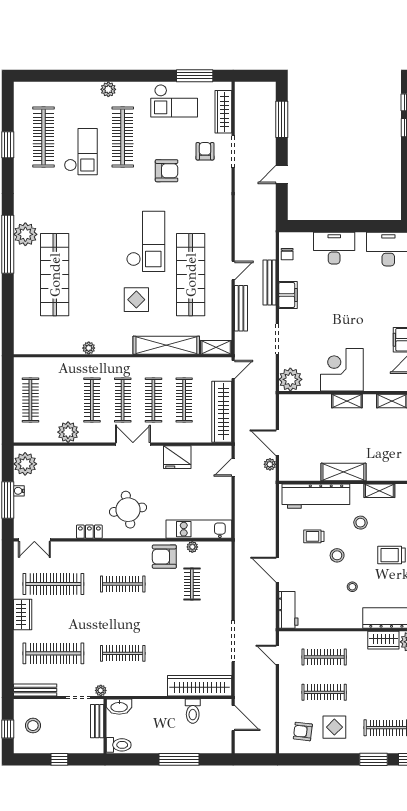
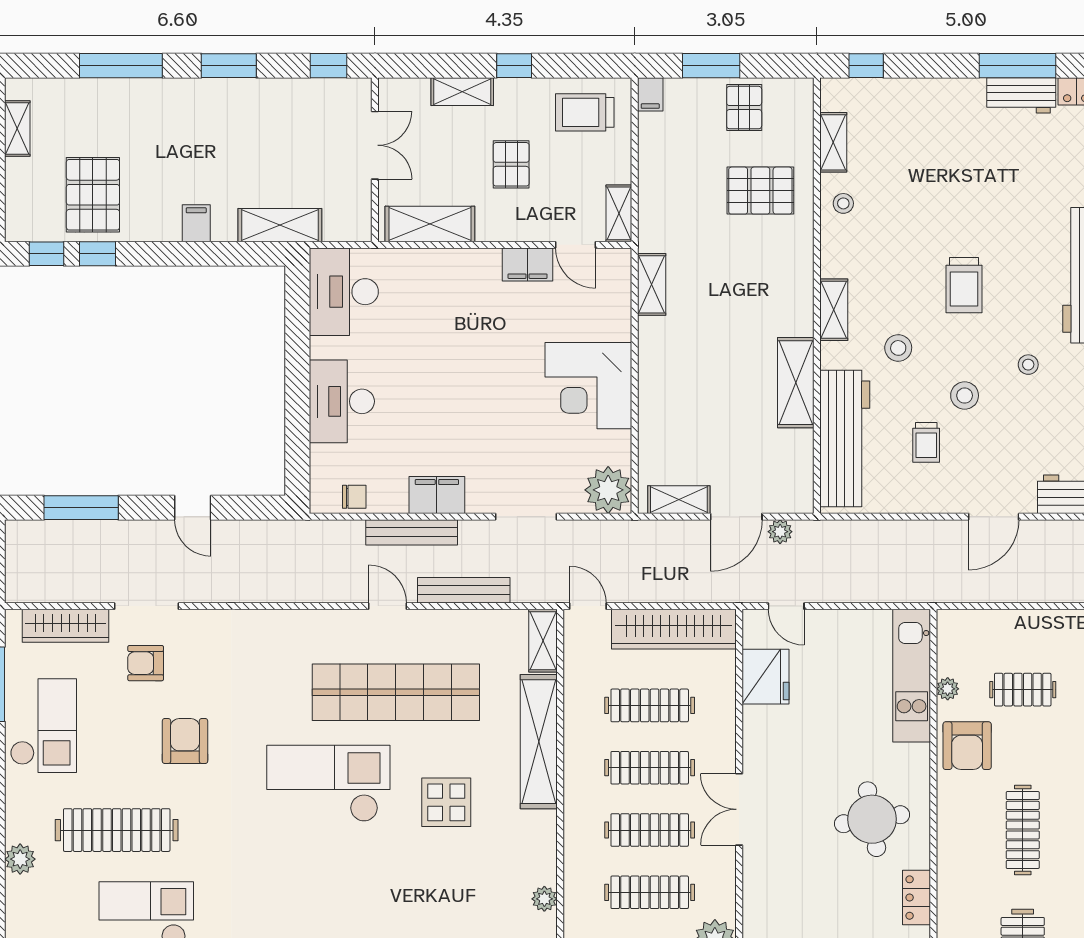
shelving: (347, 401) -> (679, 500), moved, turned 90
fridge: (177, 457) -> (766, 677), moved

